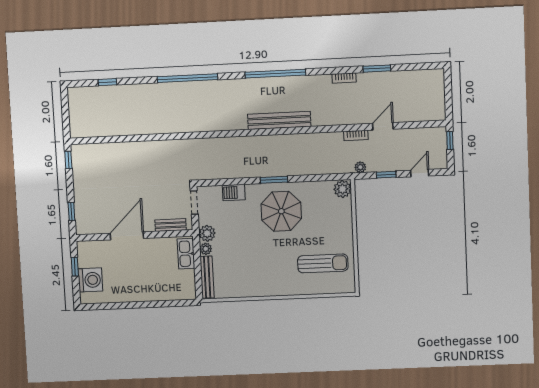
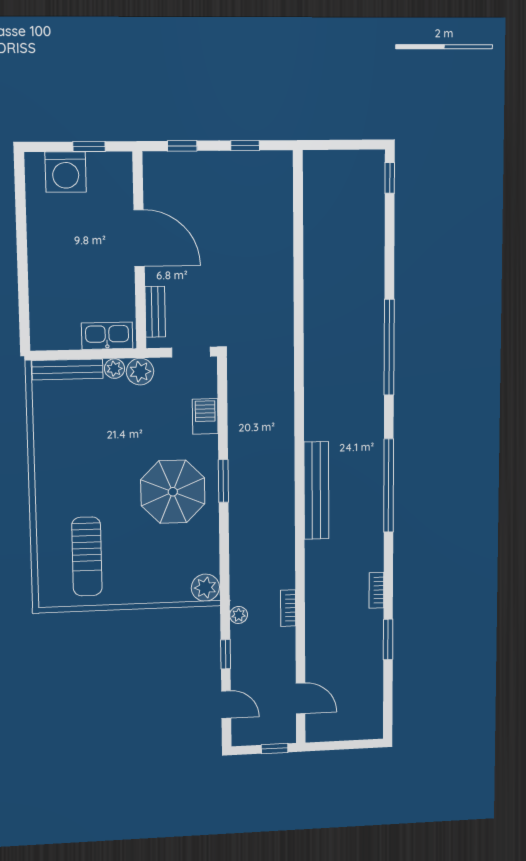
window: (107, 82) -> (390, 178), moved
door: (383, 126) -> (301, 698), moved
window: (68, 160) -> (245, 145), moved

